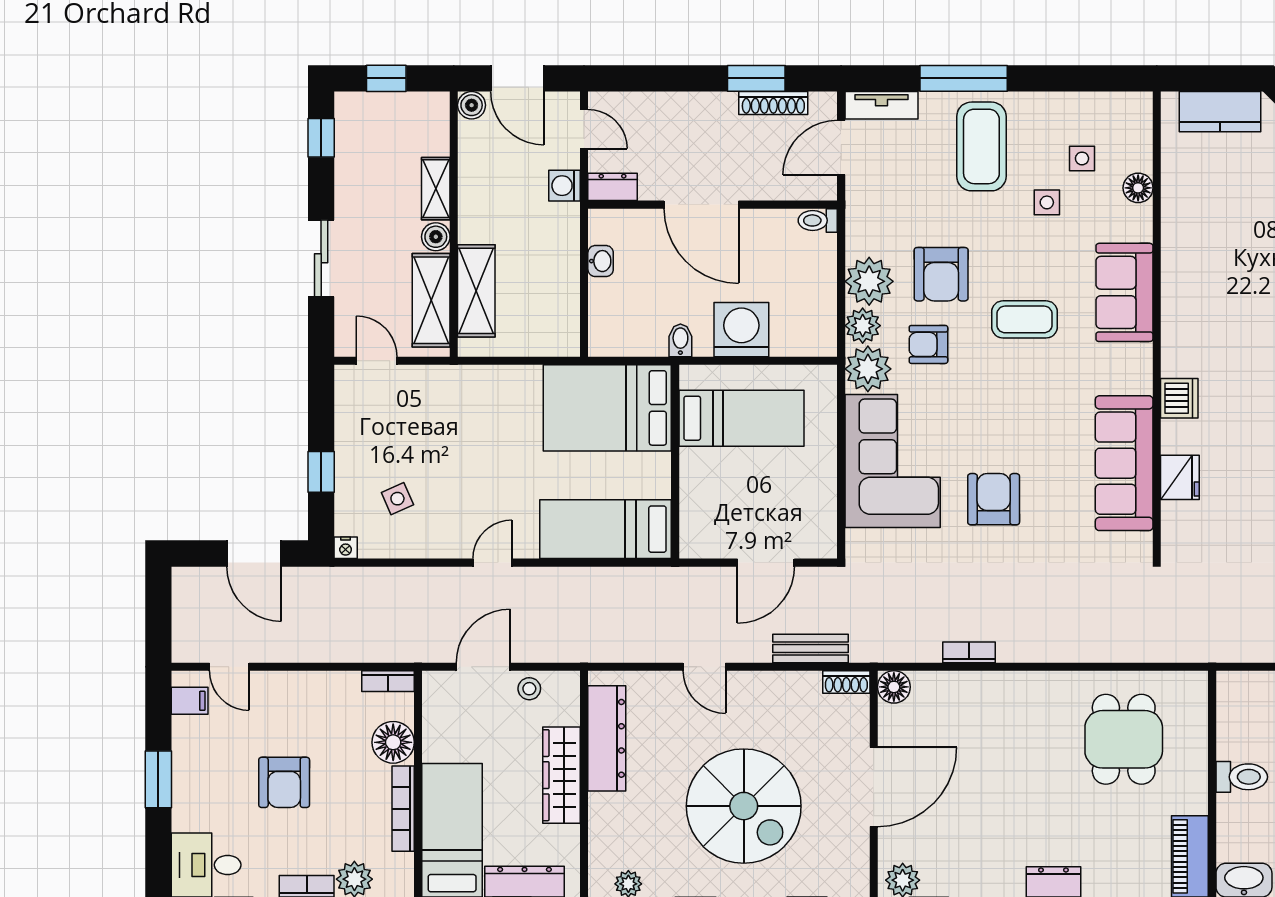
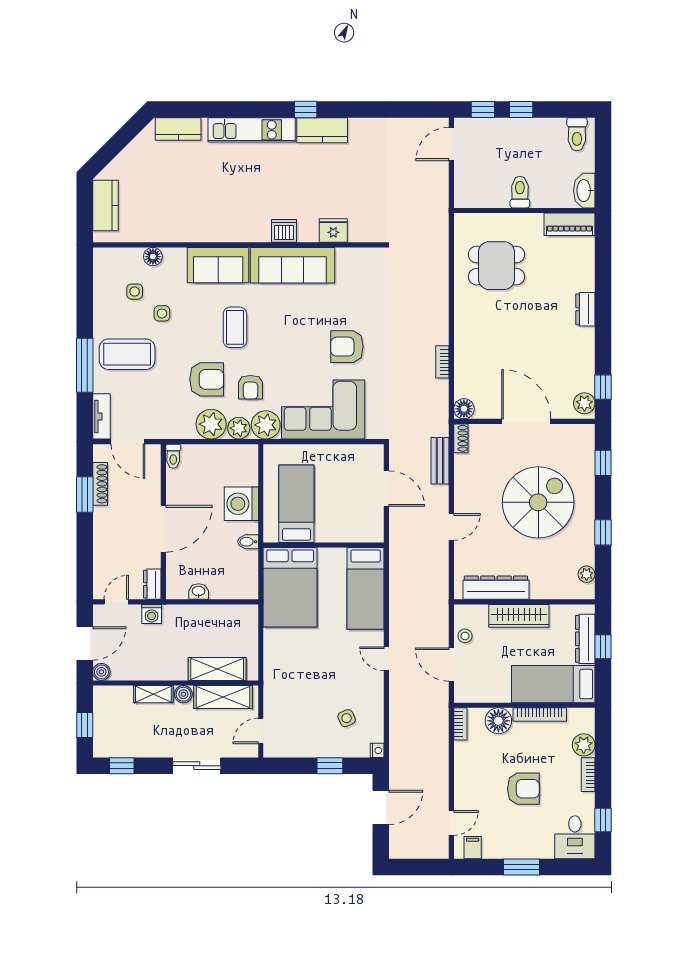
sofa: (1124, 463) -> (292, 265), moved

